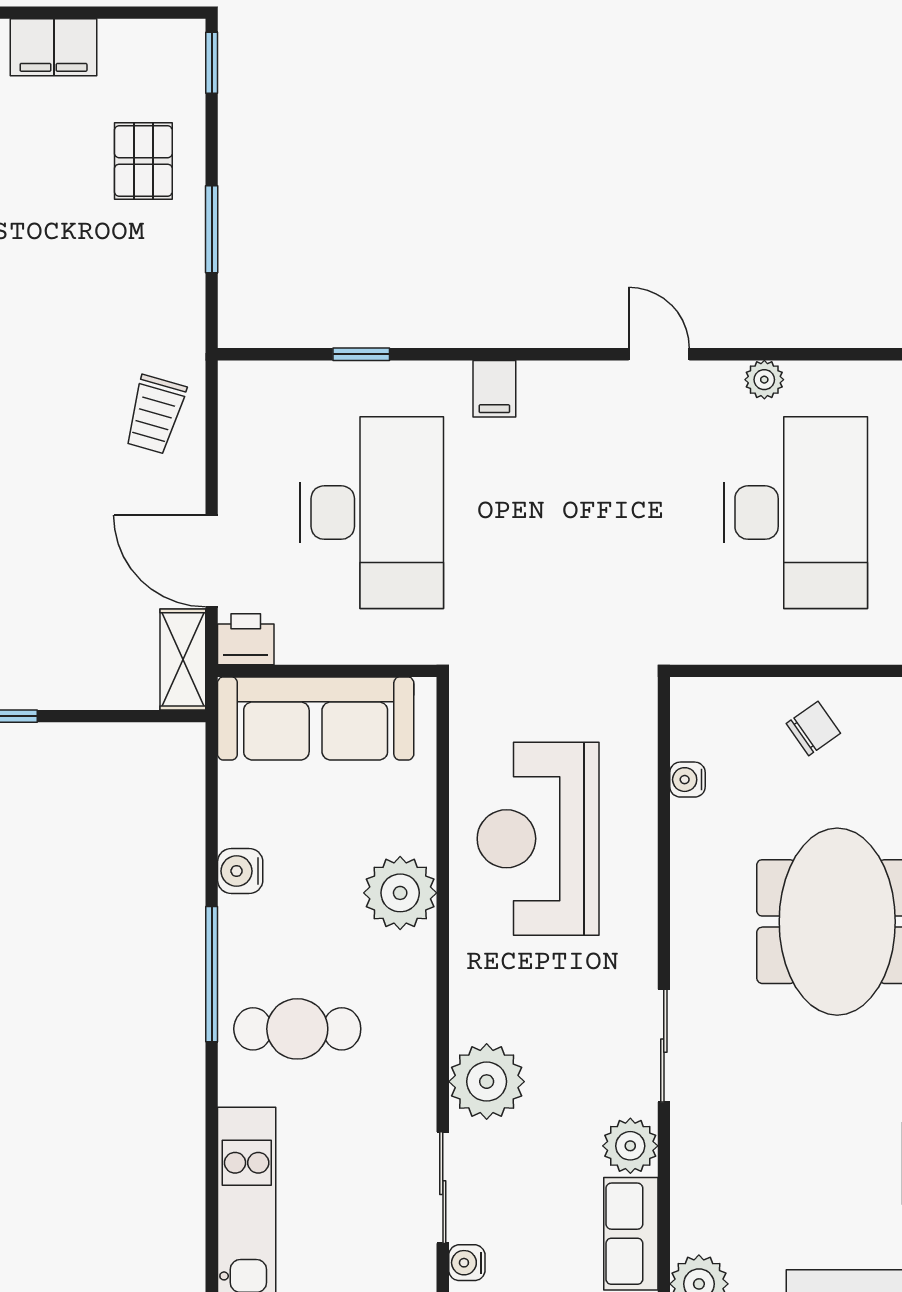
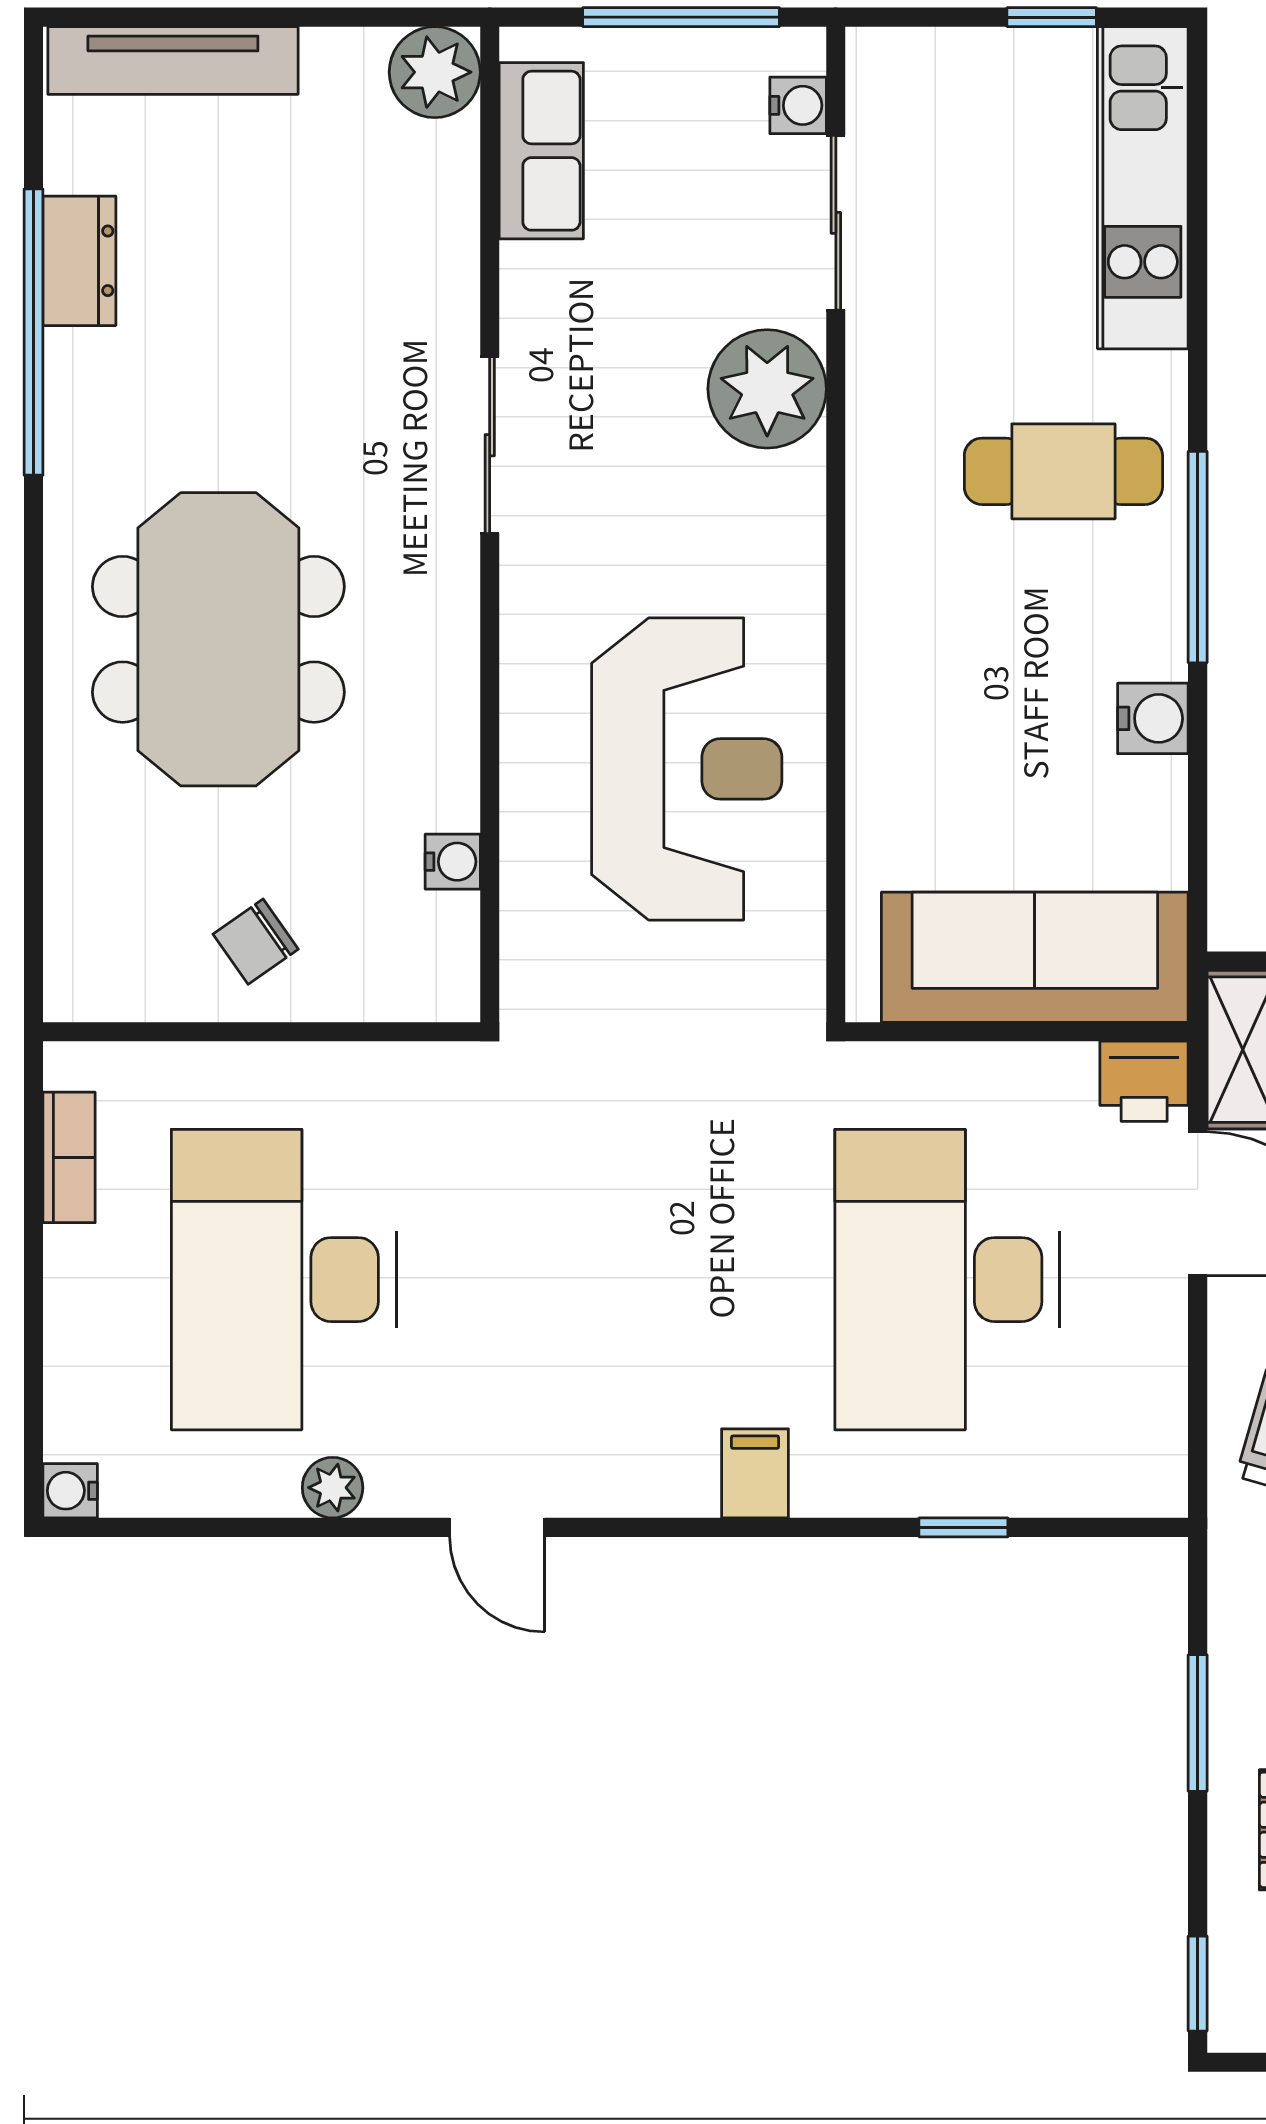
plant: (400, 893) -> (903, 684), removed
plant: (630, 1146) -> (542, 288), removed

